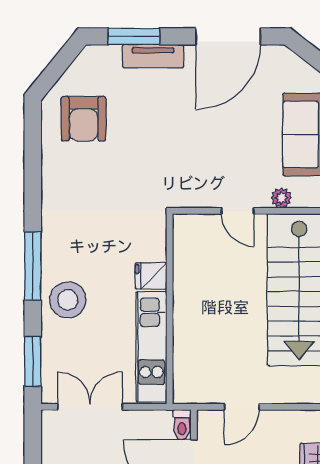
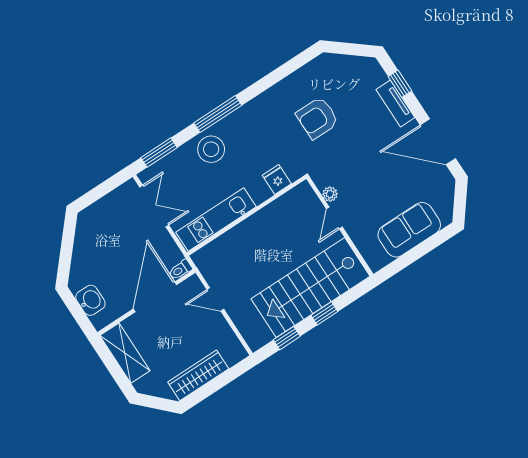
window: (134, 36) -> (400, 84), width x0.67
armchair: (84, 119) -> (317, 118), moved
plant: (281, 198) -> (330, 194), moved
fridge: (151, 276) -> (277, 179), moved

